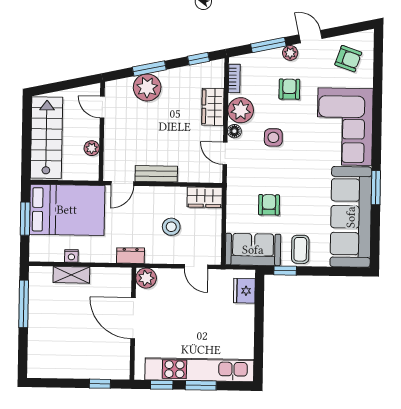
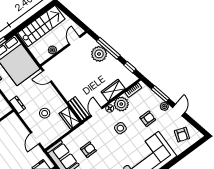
window: (149, 68) -> (108, 48), width x1.44
bench: (156, 174) -> (79, 109), moved
plant: (146, 278) -> (13, 120), removed

